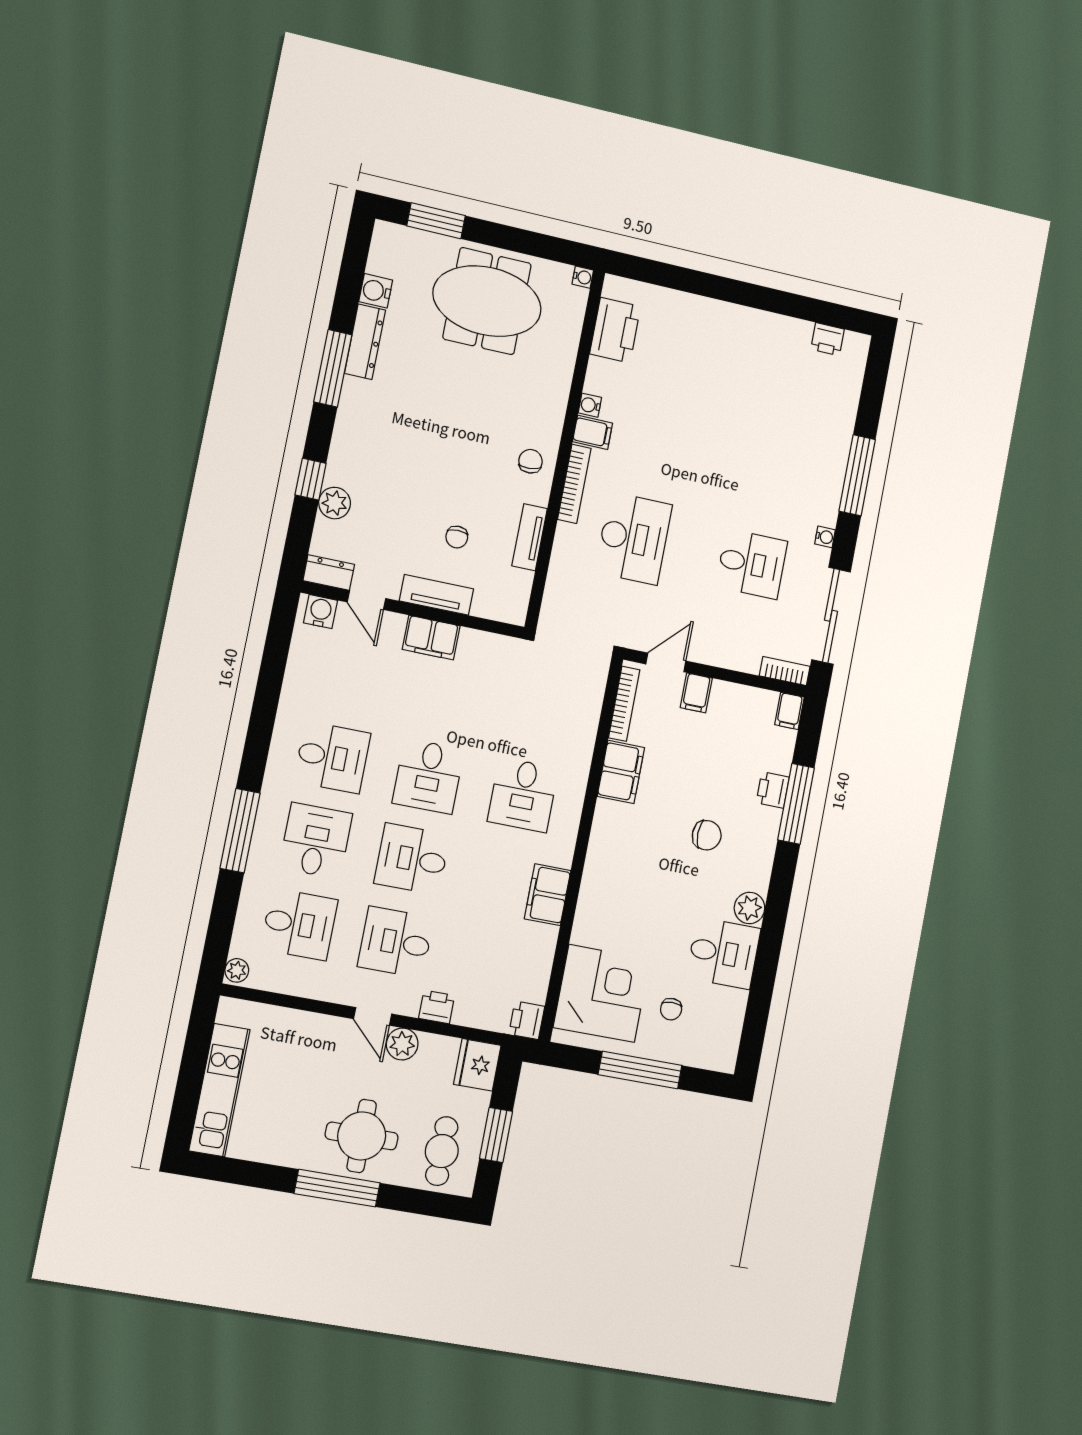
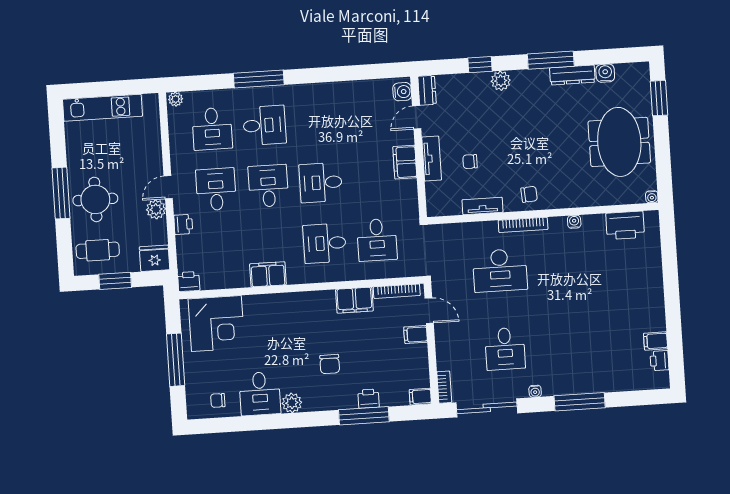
filing cabinet: (593, 432) -> (656, 341), moved, turned 90
plant: (335, 503) -> (501, 81), moved
desk: (332, 757) -> (377, 240), moved
chair: (671, 1009) -> (218, 400), moved

